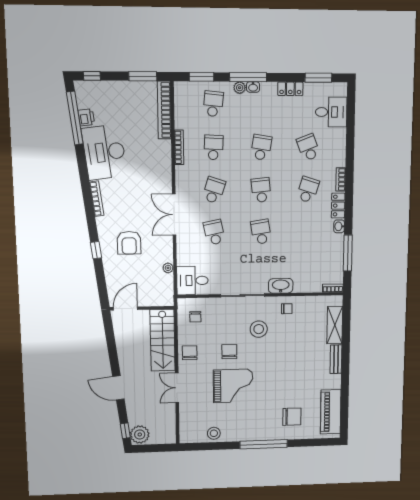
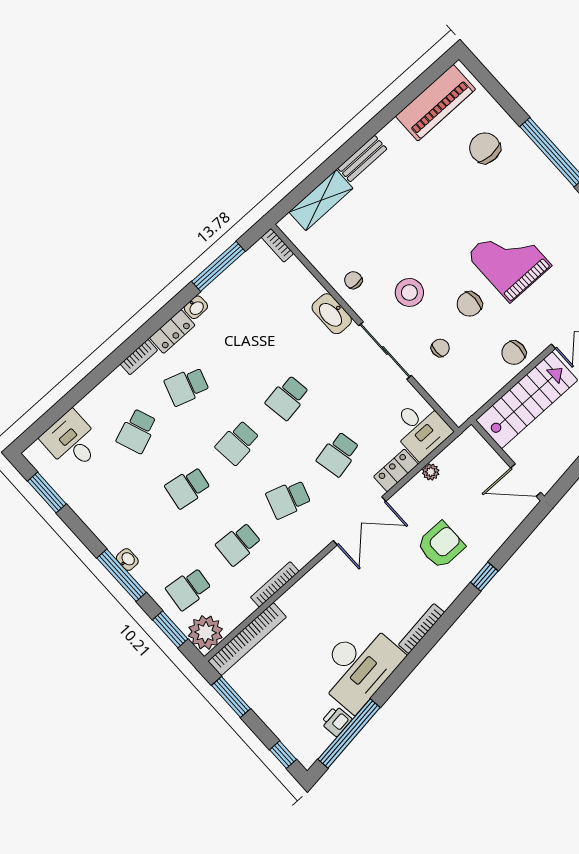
plant: (240, 88) -> (206, 632), moved, width x1.88, depth x1.88
locker: (290, 89) -> (396, 470), moved, turned -90
chair: (195, 317) -> (440, 348), moved

